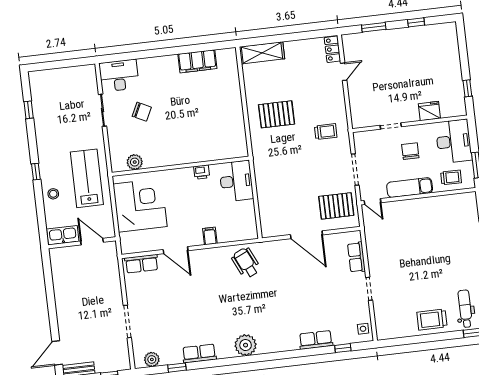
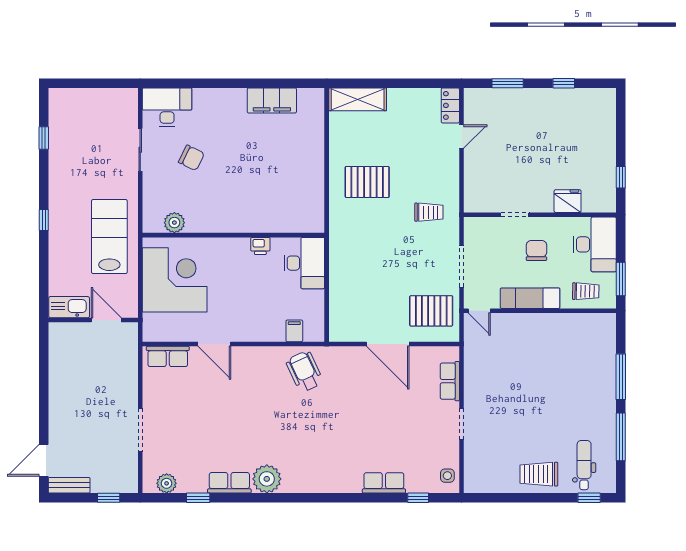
stool: (53, 194) -> (63, 252), removed
filing cabinet: (210, 236) -> (294, 331), moved
plant: (246, 345) -> (267, 479), moved

